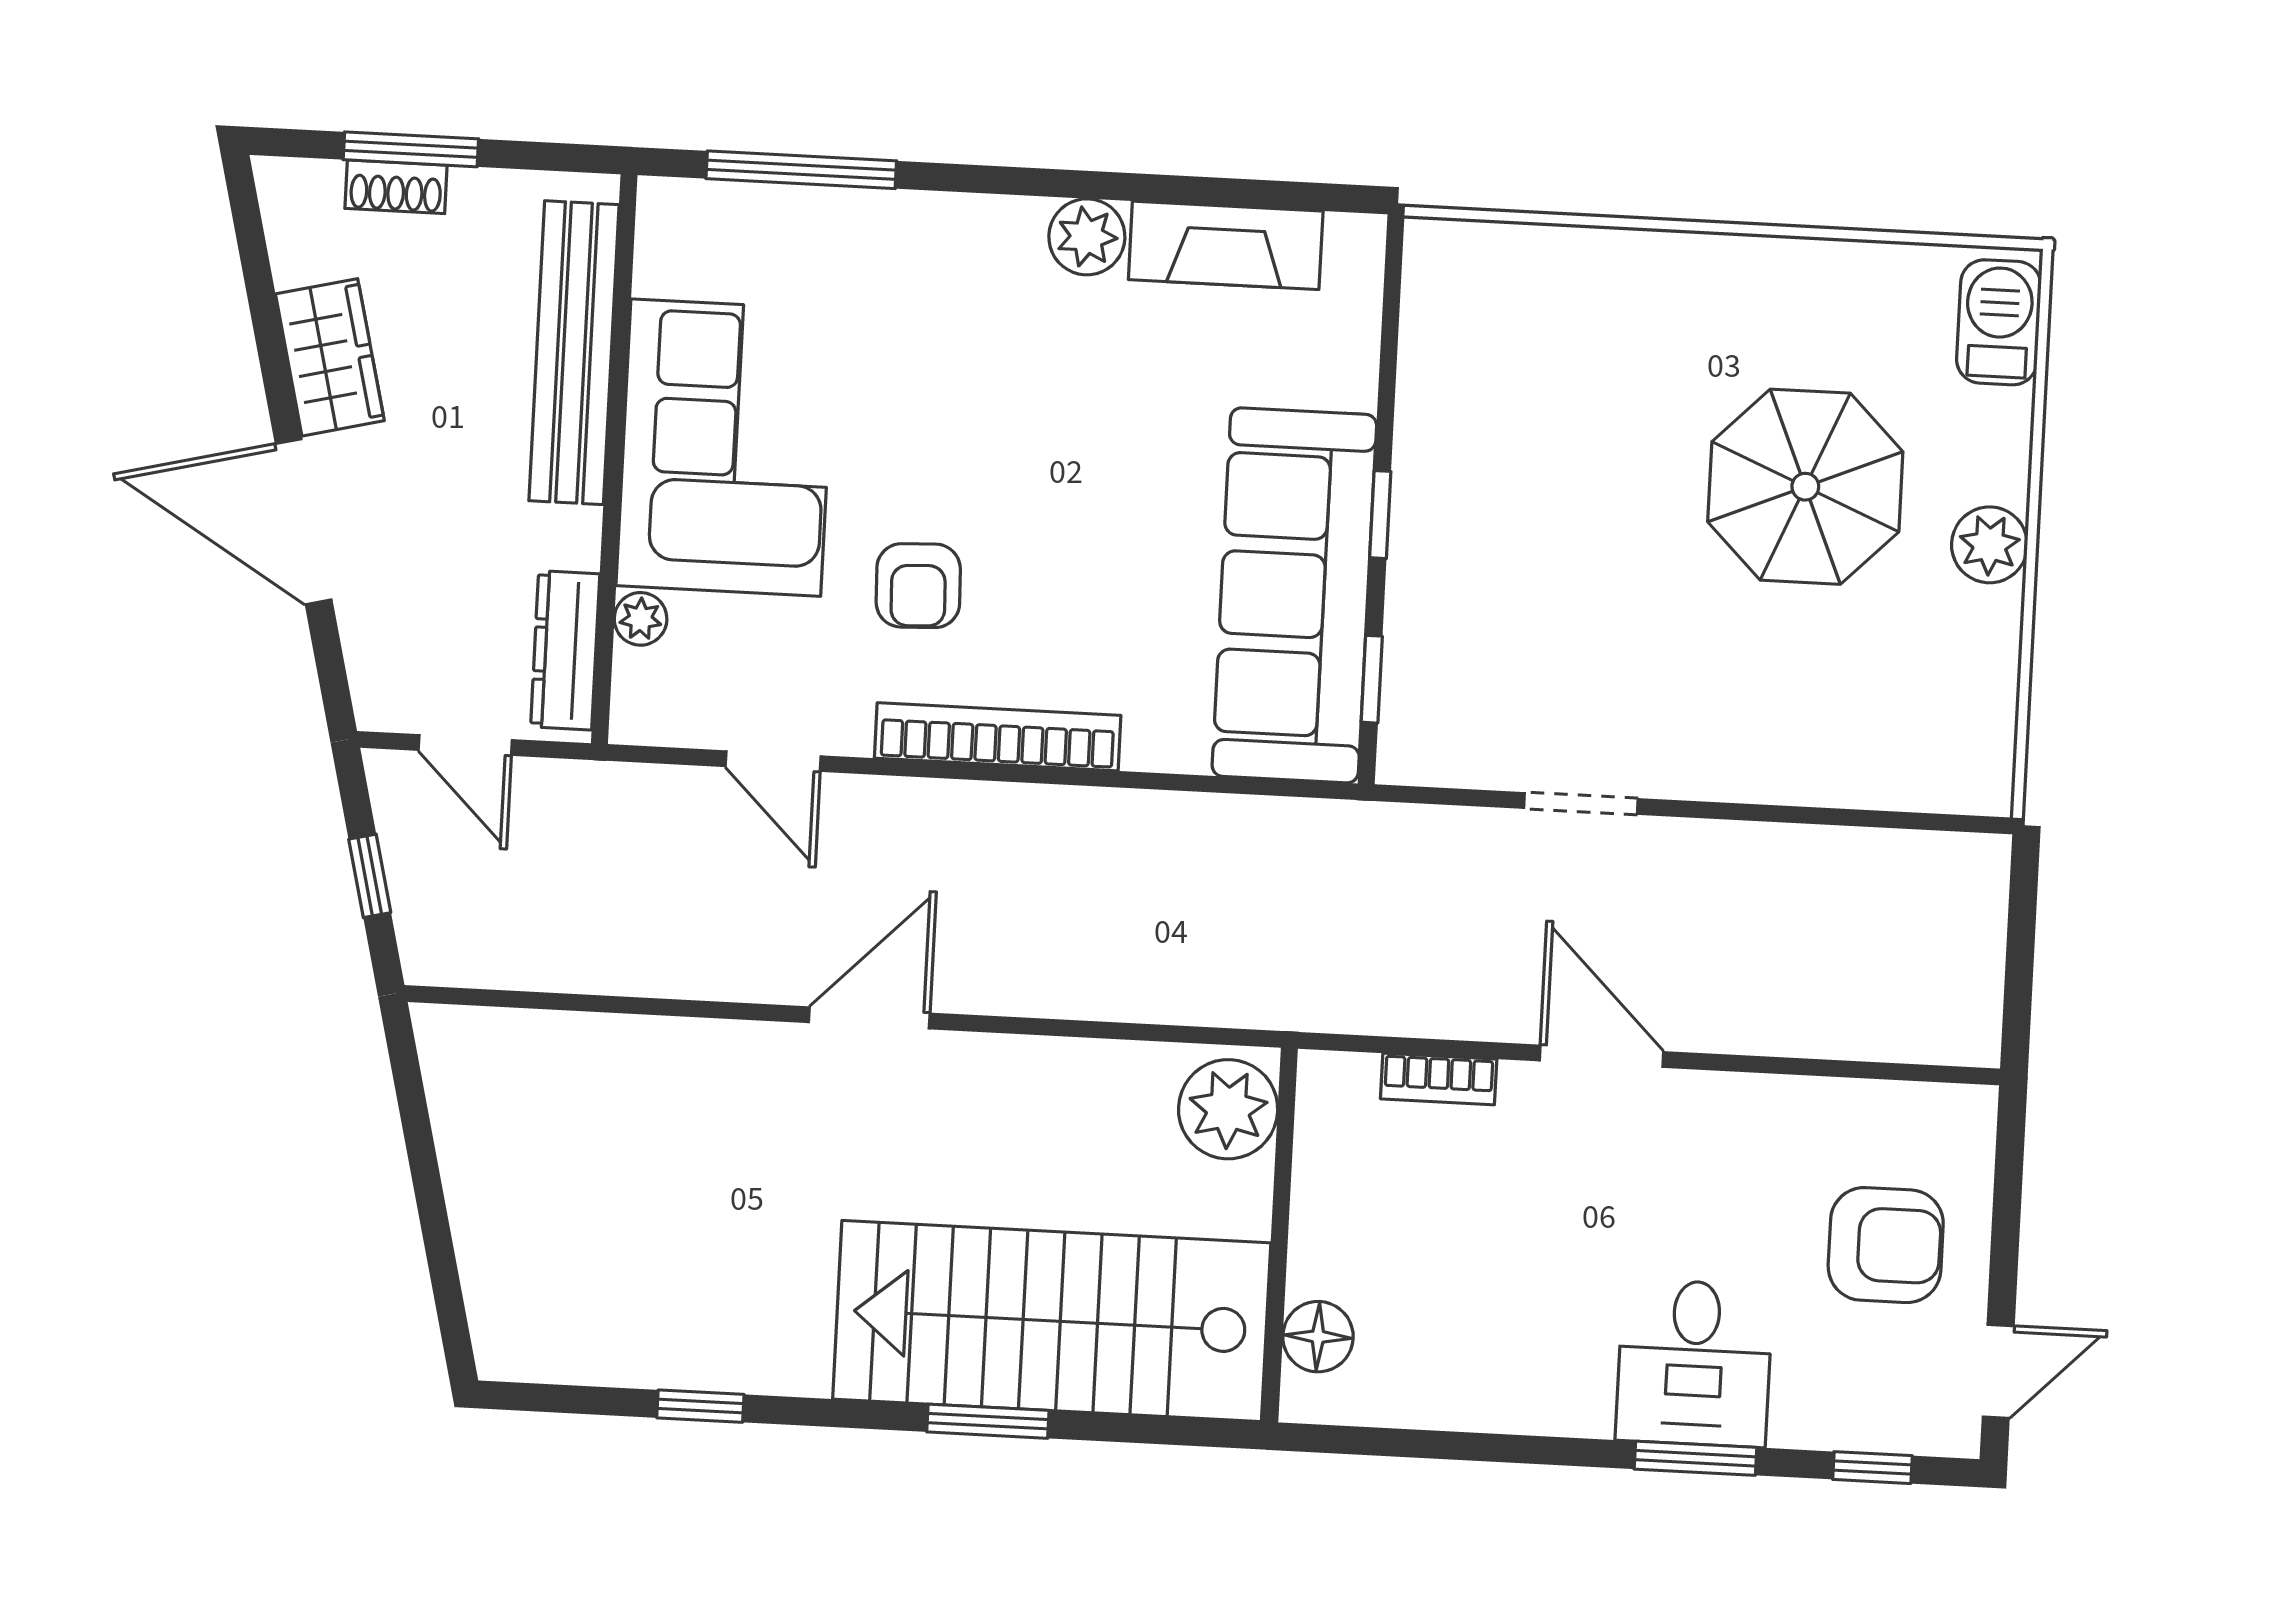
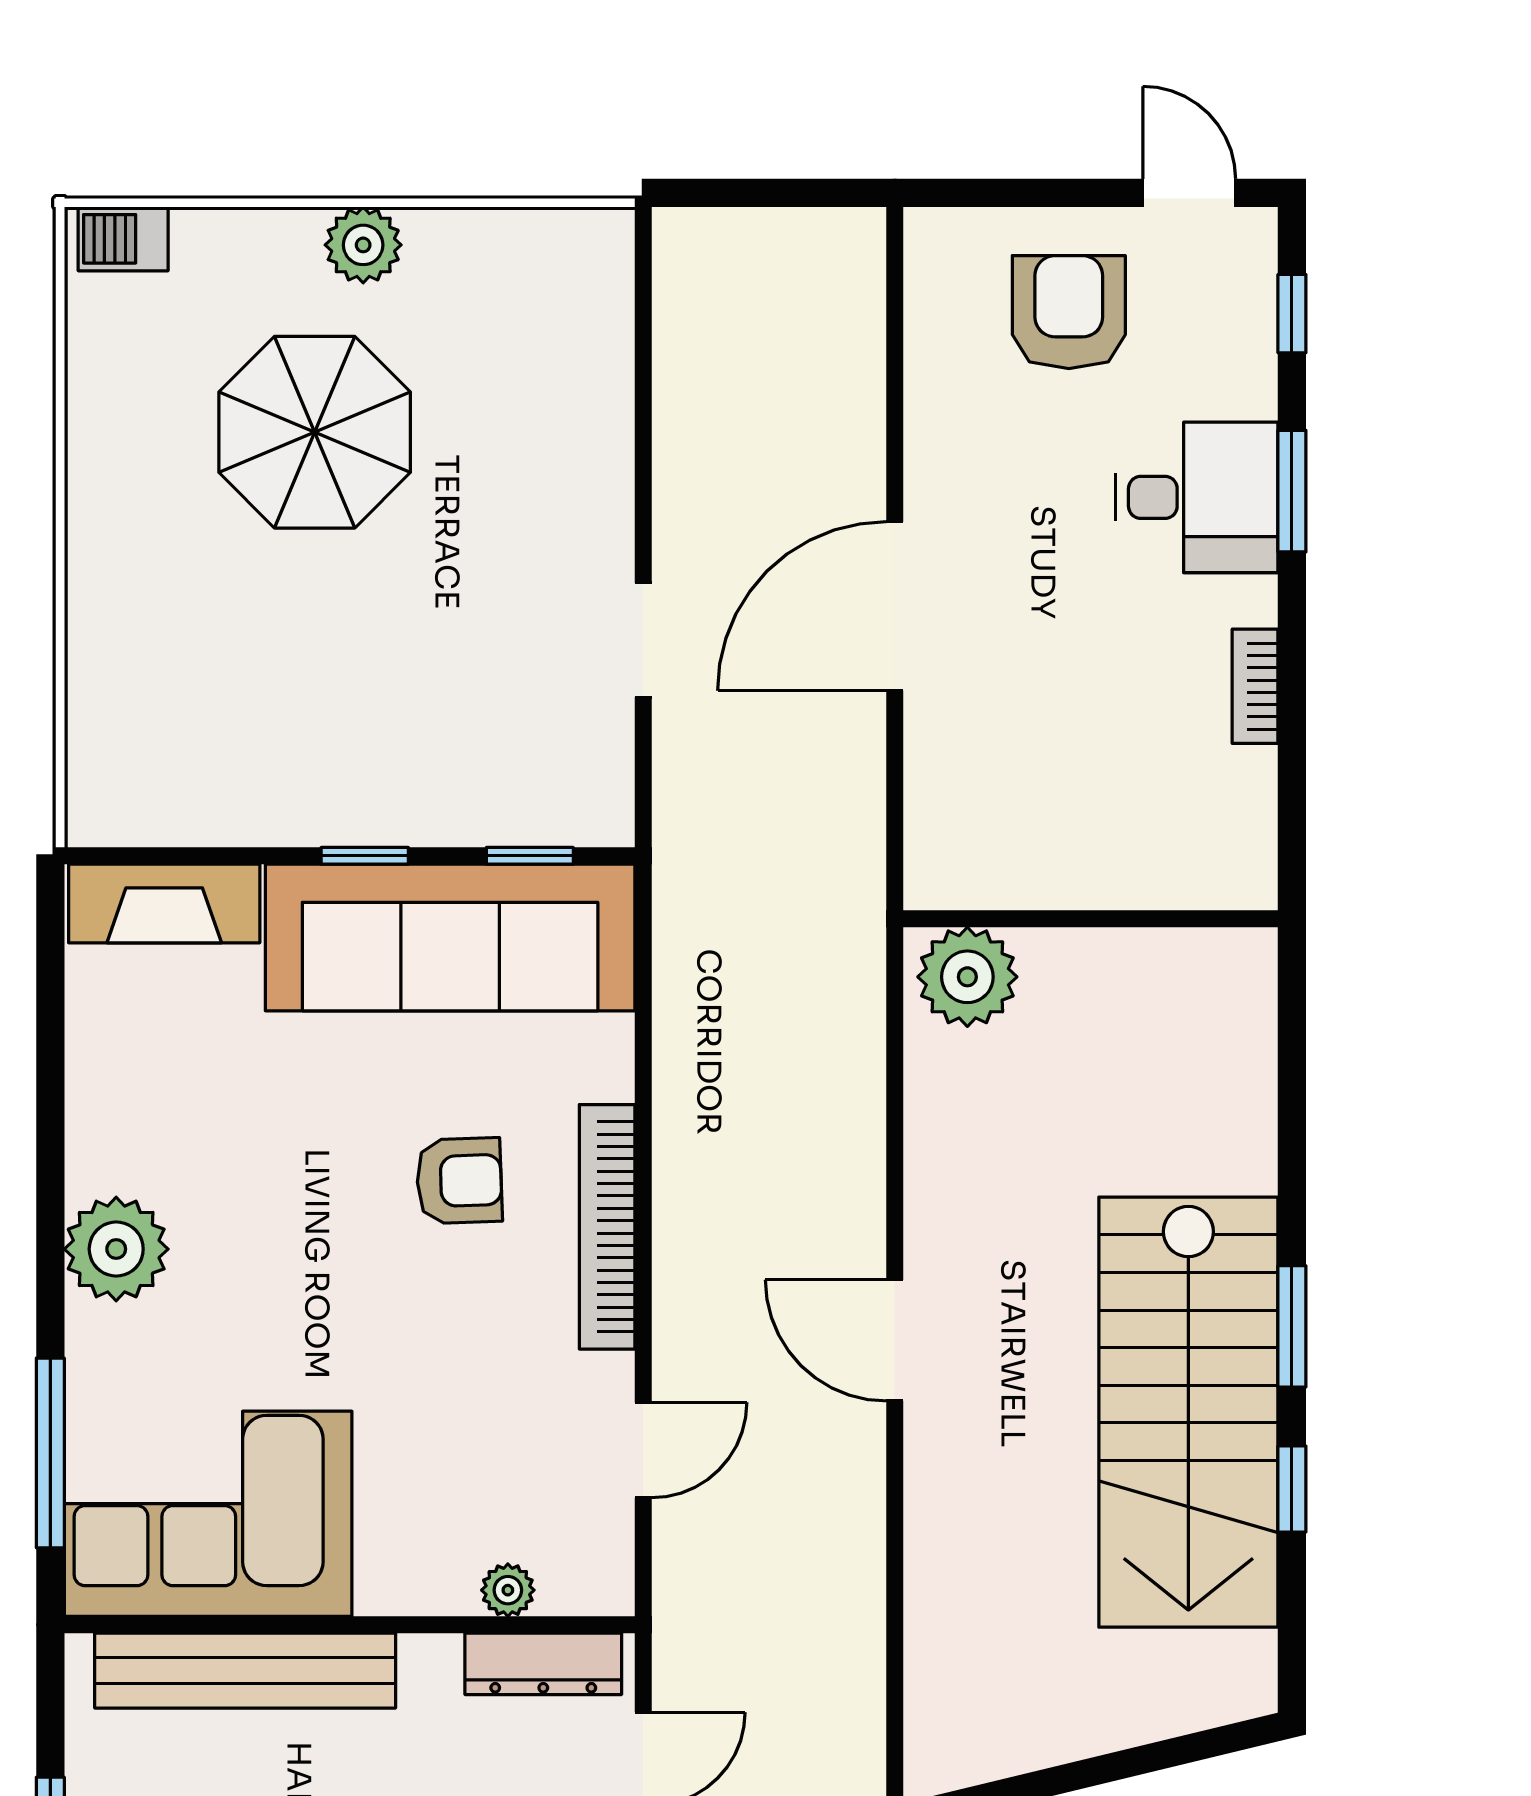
plant: (1087, 237) -> (116, 1249), moved, width x1.36, depth x1.36
fireplace: (1226, 245) -> (164, 903), moved, turned 90
barbecue: (1999, 322) -> (123, 239), width x0.73, depth x0.79
corner sofa: (726, 448) -> (208, 1514), moved
armchair: (918, 586) -> (459, 1181), moved
door: (1601, 1056) -> (895, 606), width x1.36
bookcase: (1439, 1079) -> (1255, 686), moved, turned 180
stairs: (1052, 1321) -> (1188, 1412), moved
floor lamp: (1318, 1337) -> (1190, 875), removed
window: (988, 1421) -> (1292, 1326), moved

